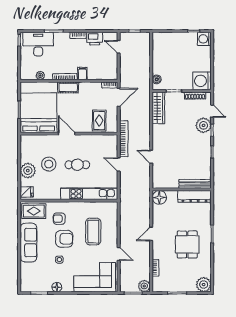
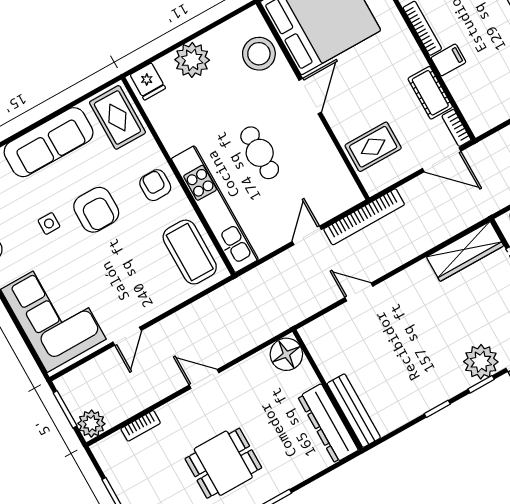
cot: (68, 87) -> (430, 93), moved
door: (151, 157) -> (359, 292), hinge flipped
stool: (49, 164) -> (259, 54), moved
armchair: (59, 219) -> (155, 185), moved
coffee table: (93, 232) -> (190, 252), moved, turned 90

